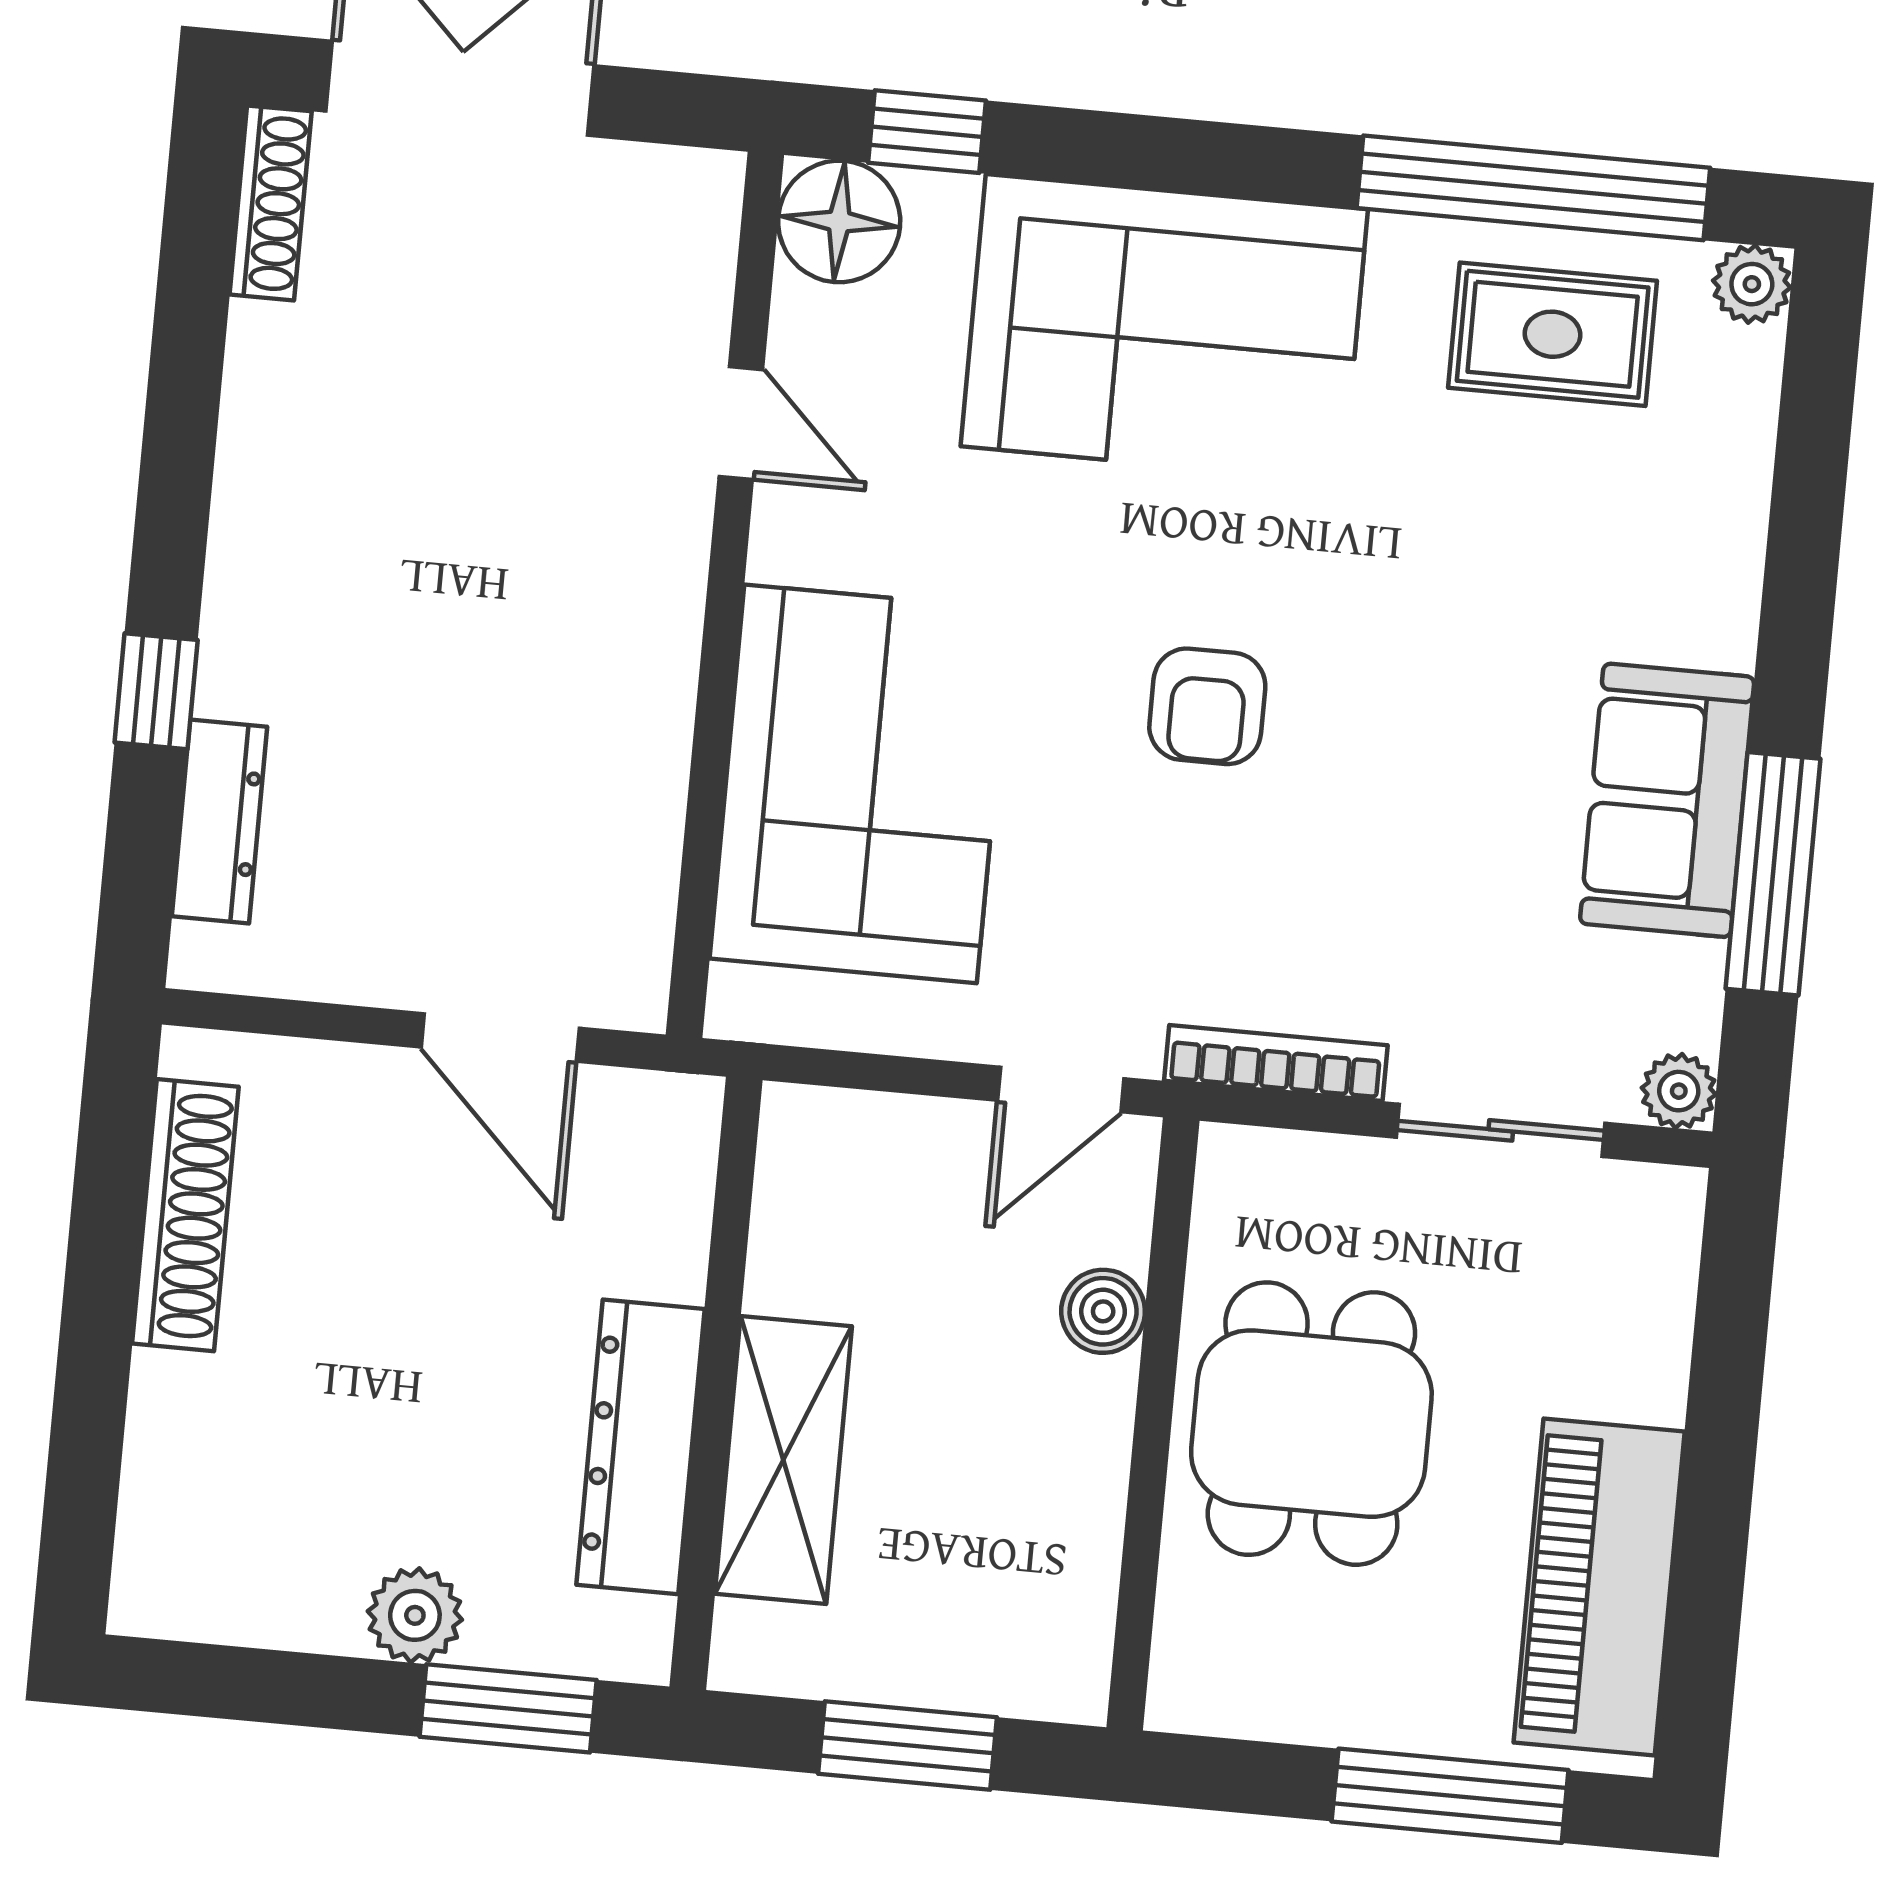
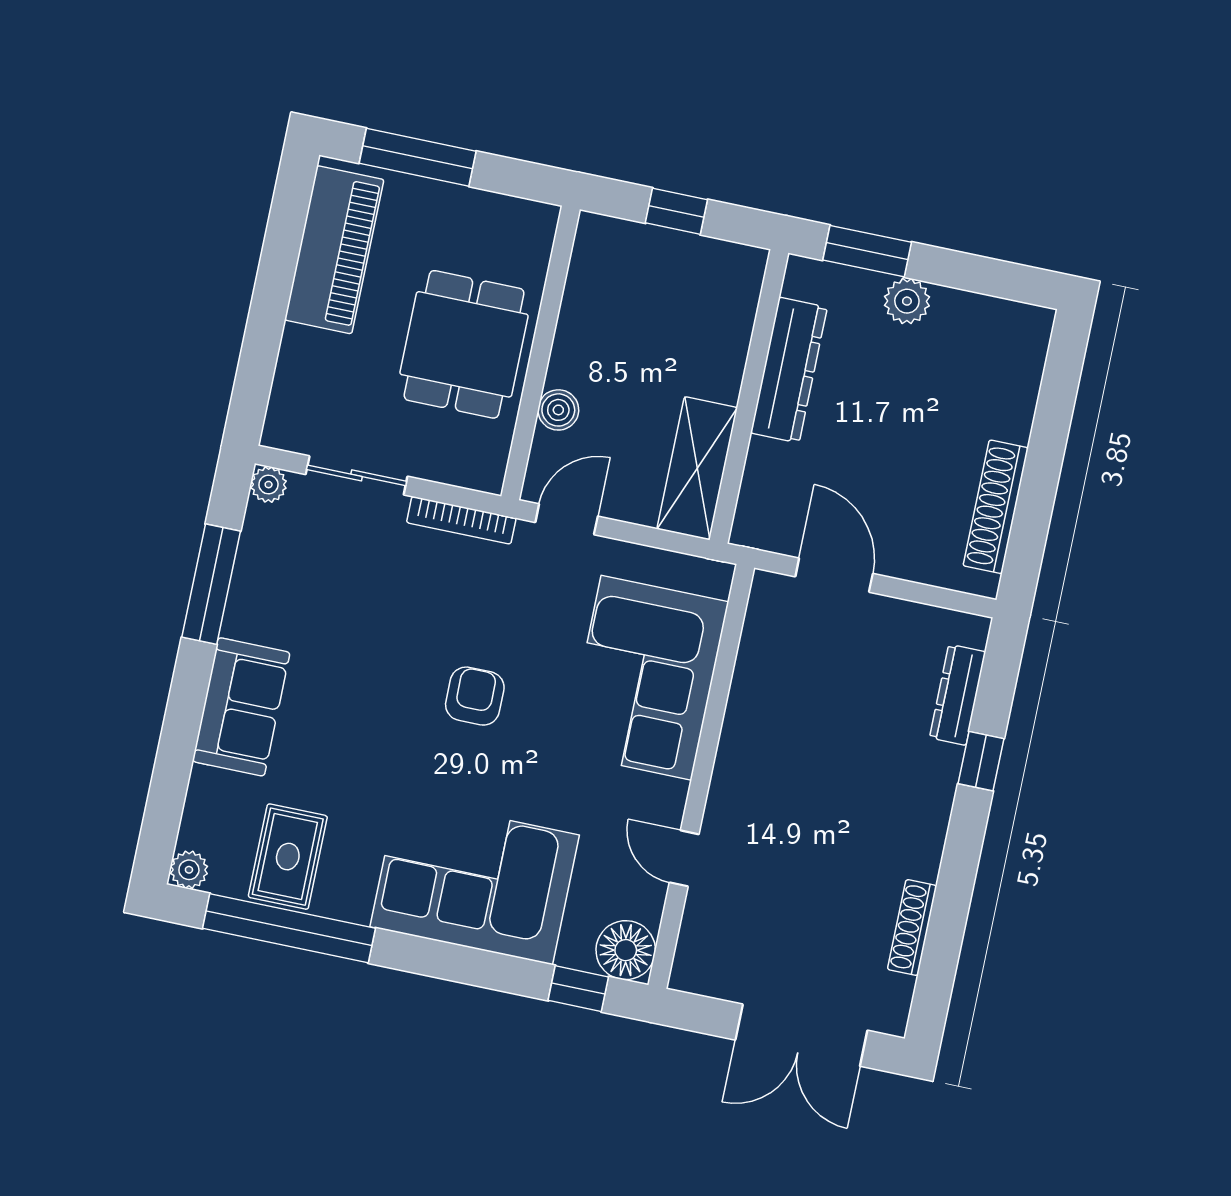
shoe rack: (271, 203) -> (912, 928), moved
rug: (1553, 334) -> (288, 857), turned 90
sofa: (1667, 800) -> (241, 707), moved
shelving: (783, 1460) -> (697, 468), moved
window: (908, 1745) -> (676, 211), width x0.67

